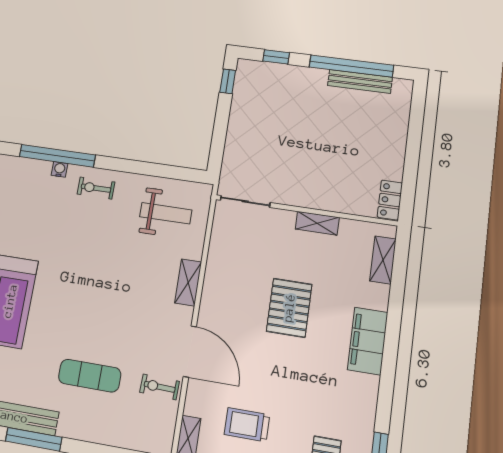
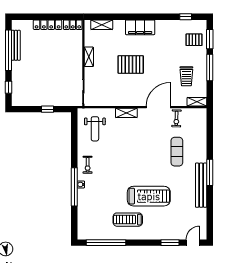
window: (228, 81) -> (48, 109), moved
locker: (396, 149) -> (48, 25), added
weight bench: (166, 213) -> (95, 129), turned 180

